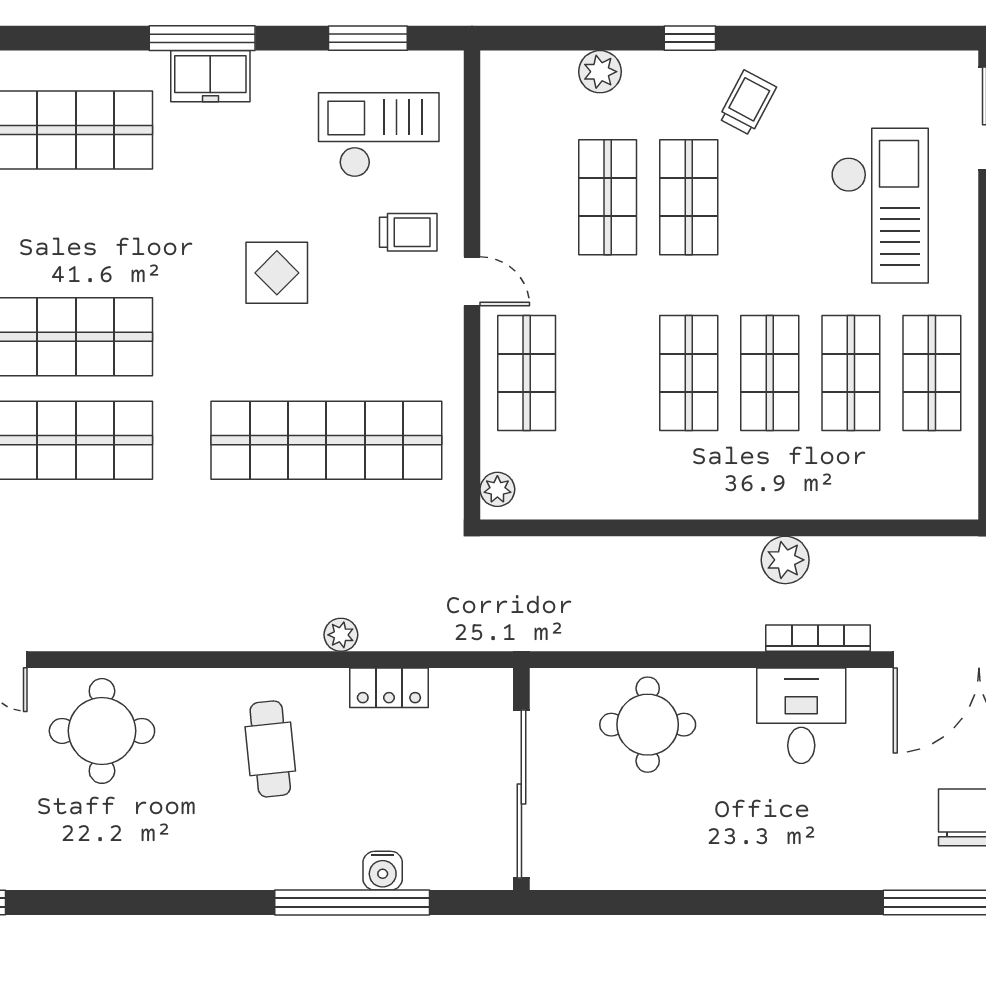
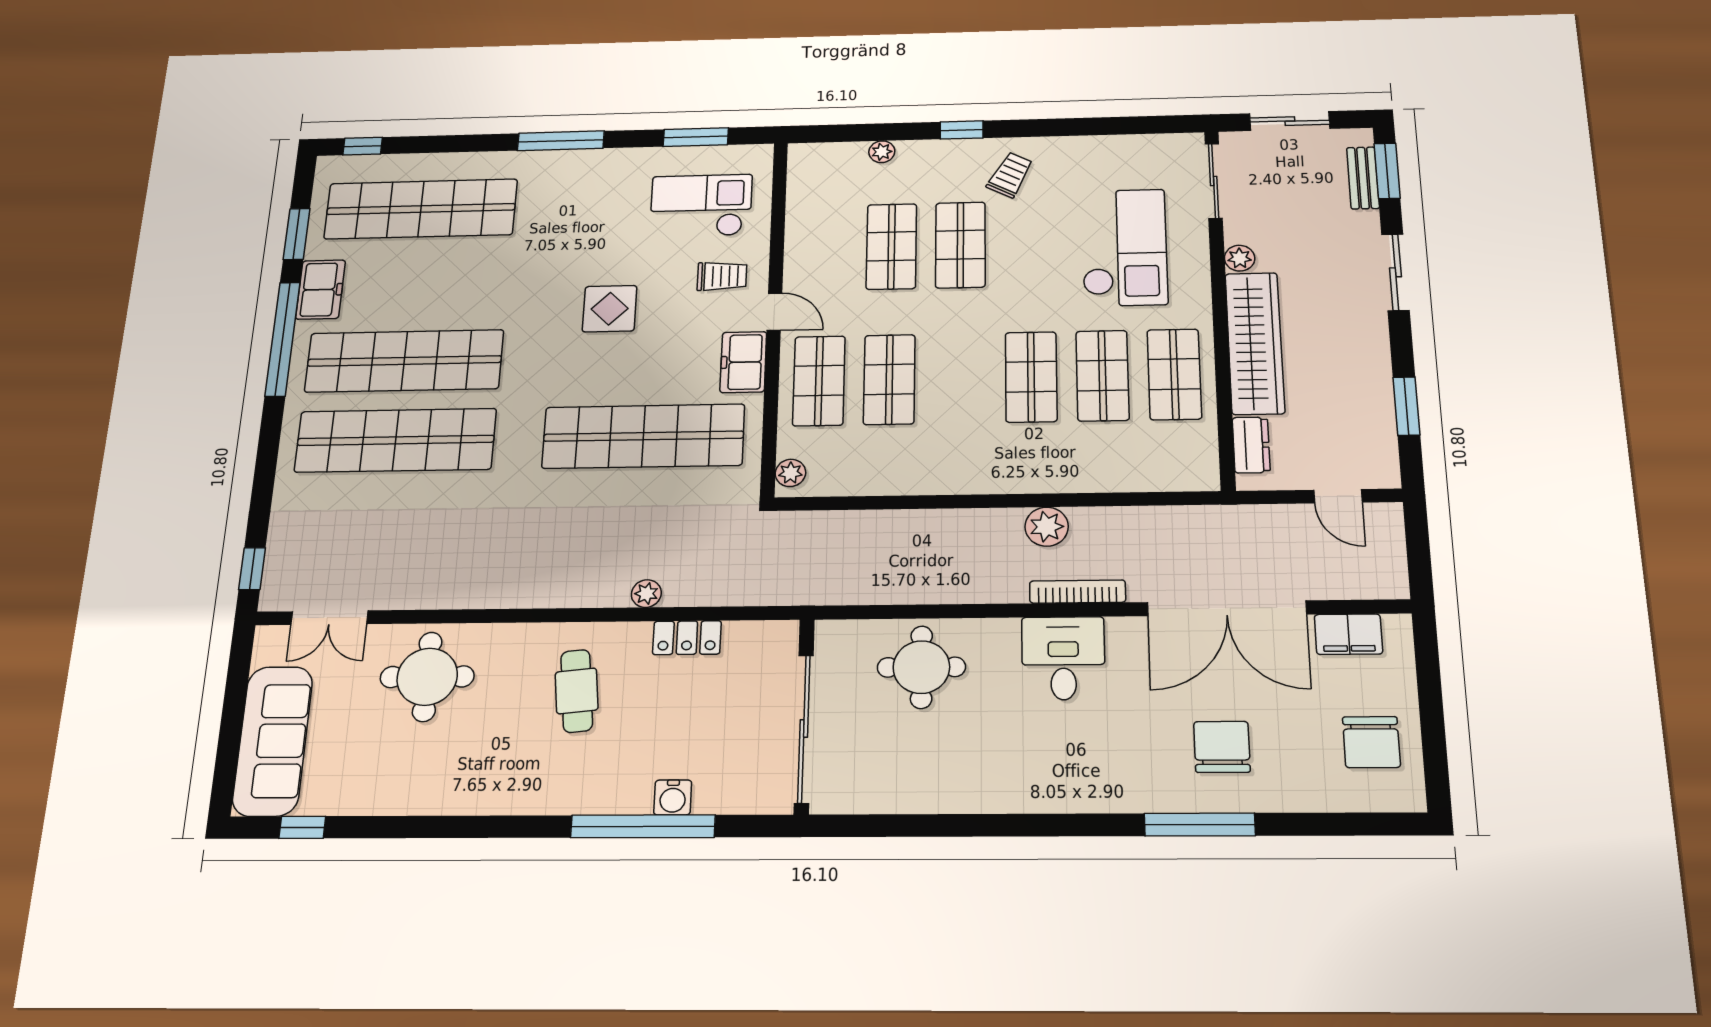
plant: (600, 72) -> (882, 152), width x0.73, depth x0.73
freezer: (210, 76) -> (743, 362), moved, turned 90
shop shelf: (689, 373) -> (889, 379), moved

